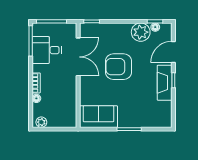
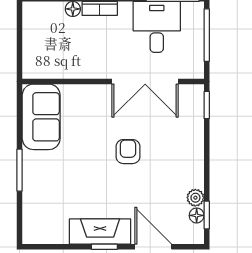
plant: (141, 32) -> (195, 198), width x0.53, depth x0.53
armchair: (118, 67) -> (128, 152), width x0.53, depth x0.53
plant: (41, 122) -> (31, 18), removed

